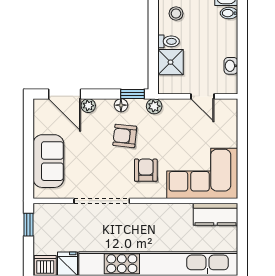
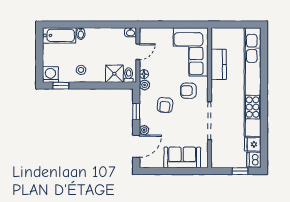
toilet: (168, 41) -> (129, 75), moved
washbasin: (231, 66) -> (131, 32), moved
window: (132, 94) -> (136, 112), moved
floor lamp: (121, 105) -> (144, 74), moved
kitchen counter: (216, 214) -> (219, 64), moved
window: (28, 225) -> (240, 171), moved

